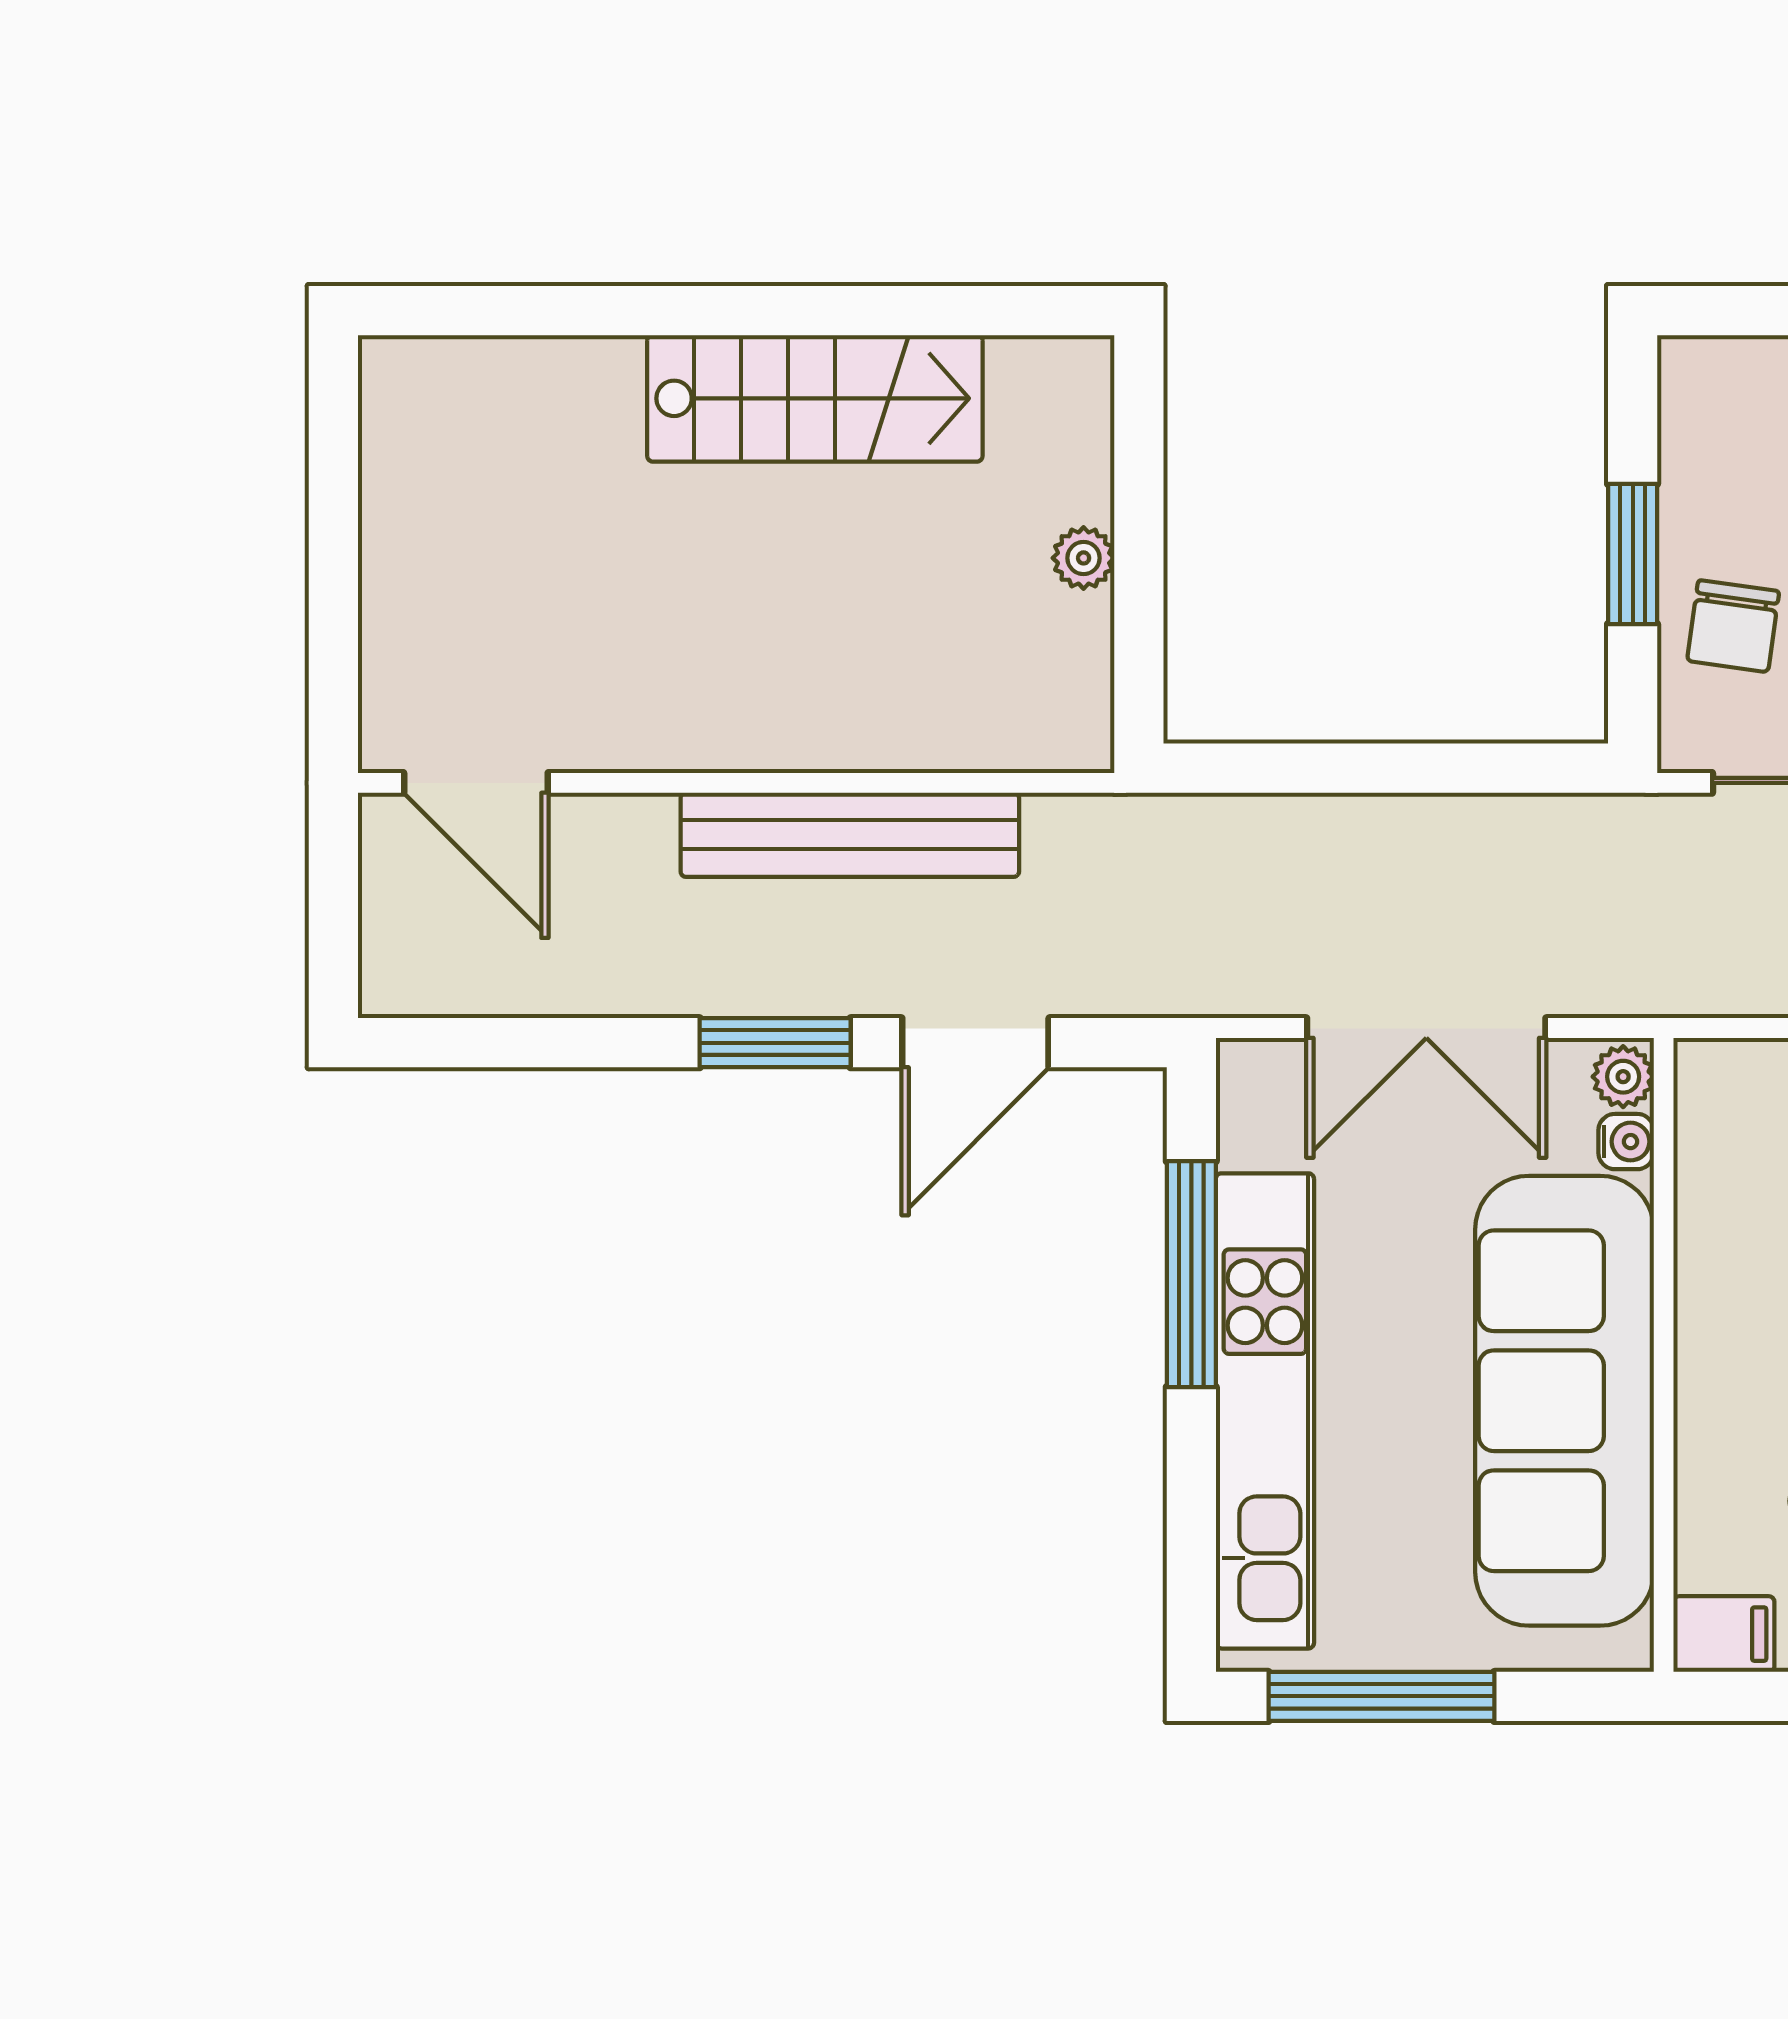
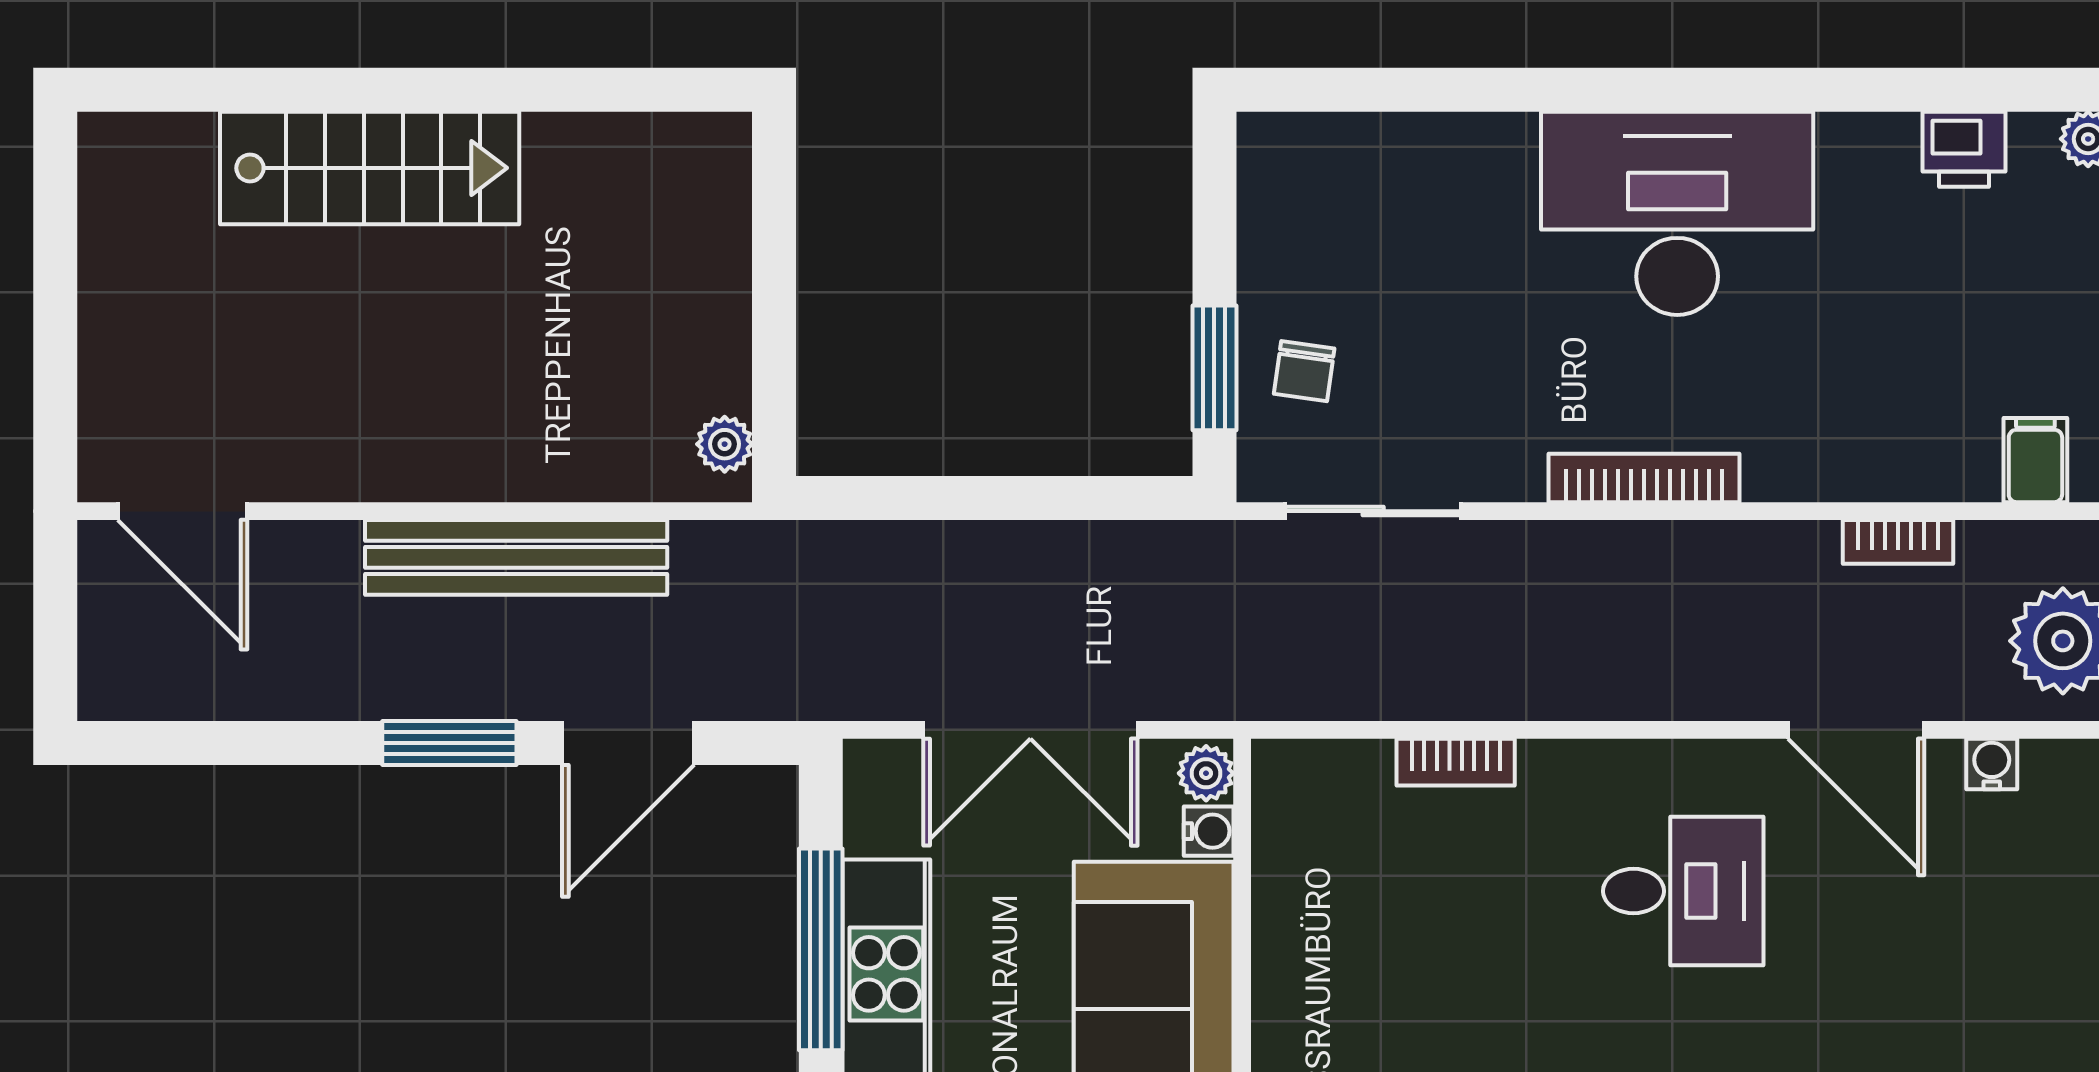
stairs: (815, 398) -> (370, 168), moved
window: (1633, 554) -> (1214, 368), moved
plant: (1084, 558) -> (725, 444), moved
chair: (1733, 626) -> (1304, 371), width x0.73, depth x0.73

